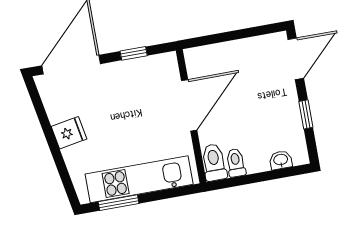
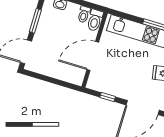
window: (306, 114) -> (35, 21), width x1.50

